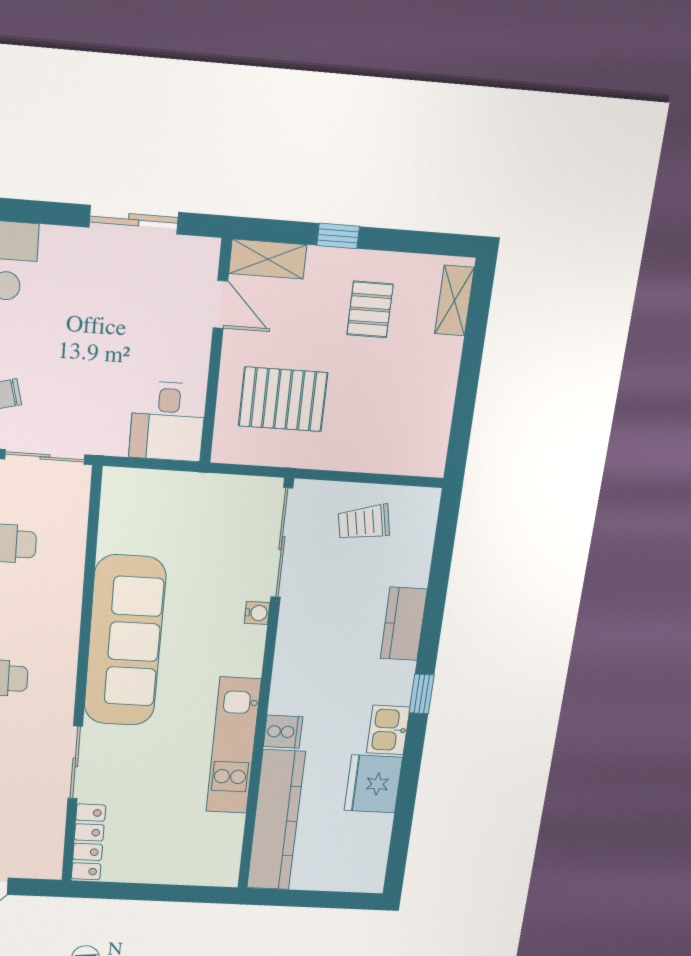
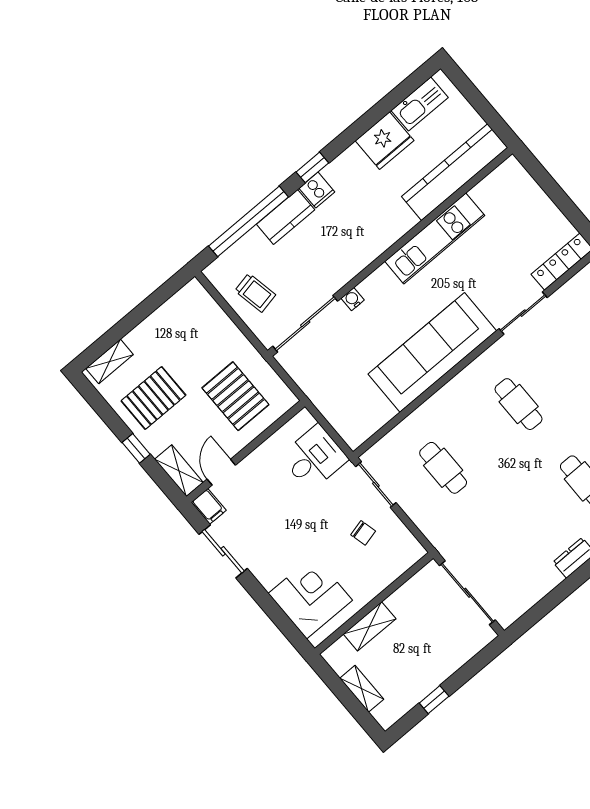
filing cabinet: (198, 253) -> (209, 506), added
pallet: (370, 309) -> (153, 398), width x1.50, depth x1.42
desk: (168, 421) -> (314, 458), moved
window: (438, 584) -> (248, 221), added
kitchen sink: (388, 730) -> (420, 104), moved, width x1.38
cooker: (283, 732) -> (317, 190), moved, turned 180

